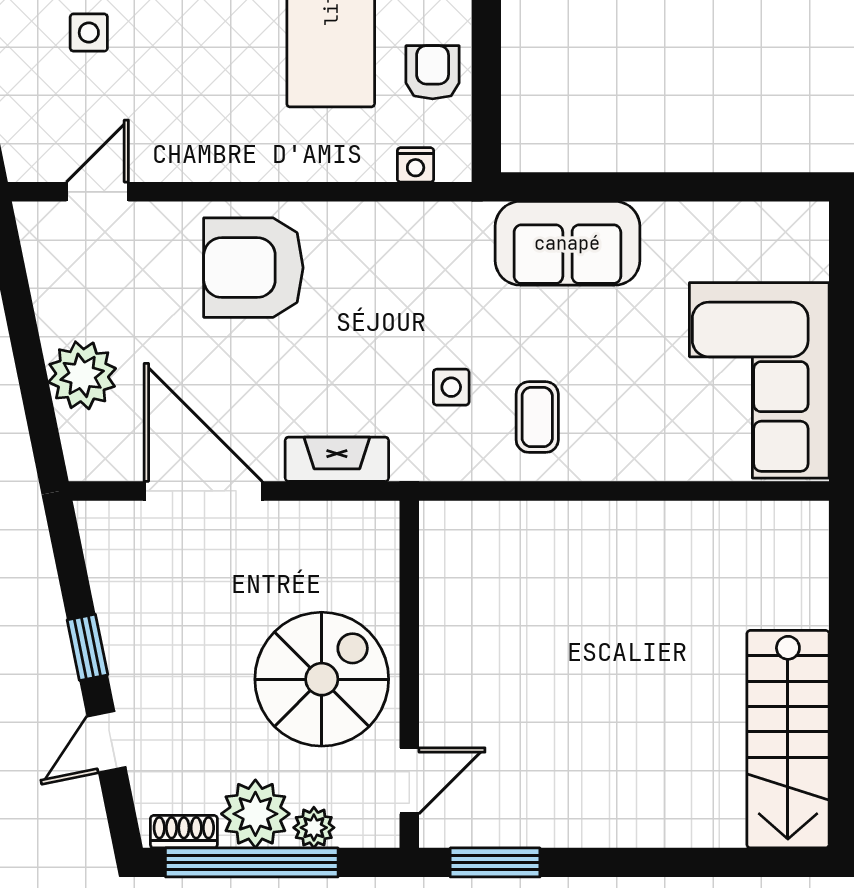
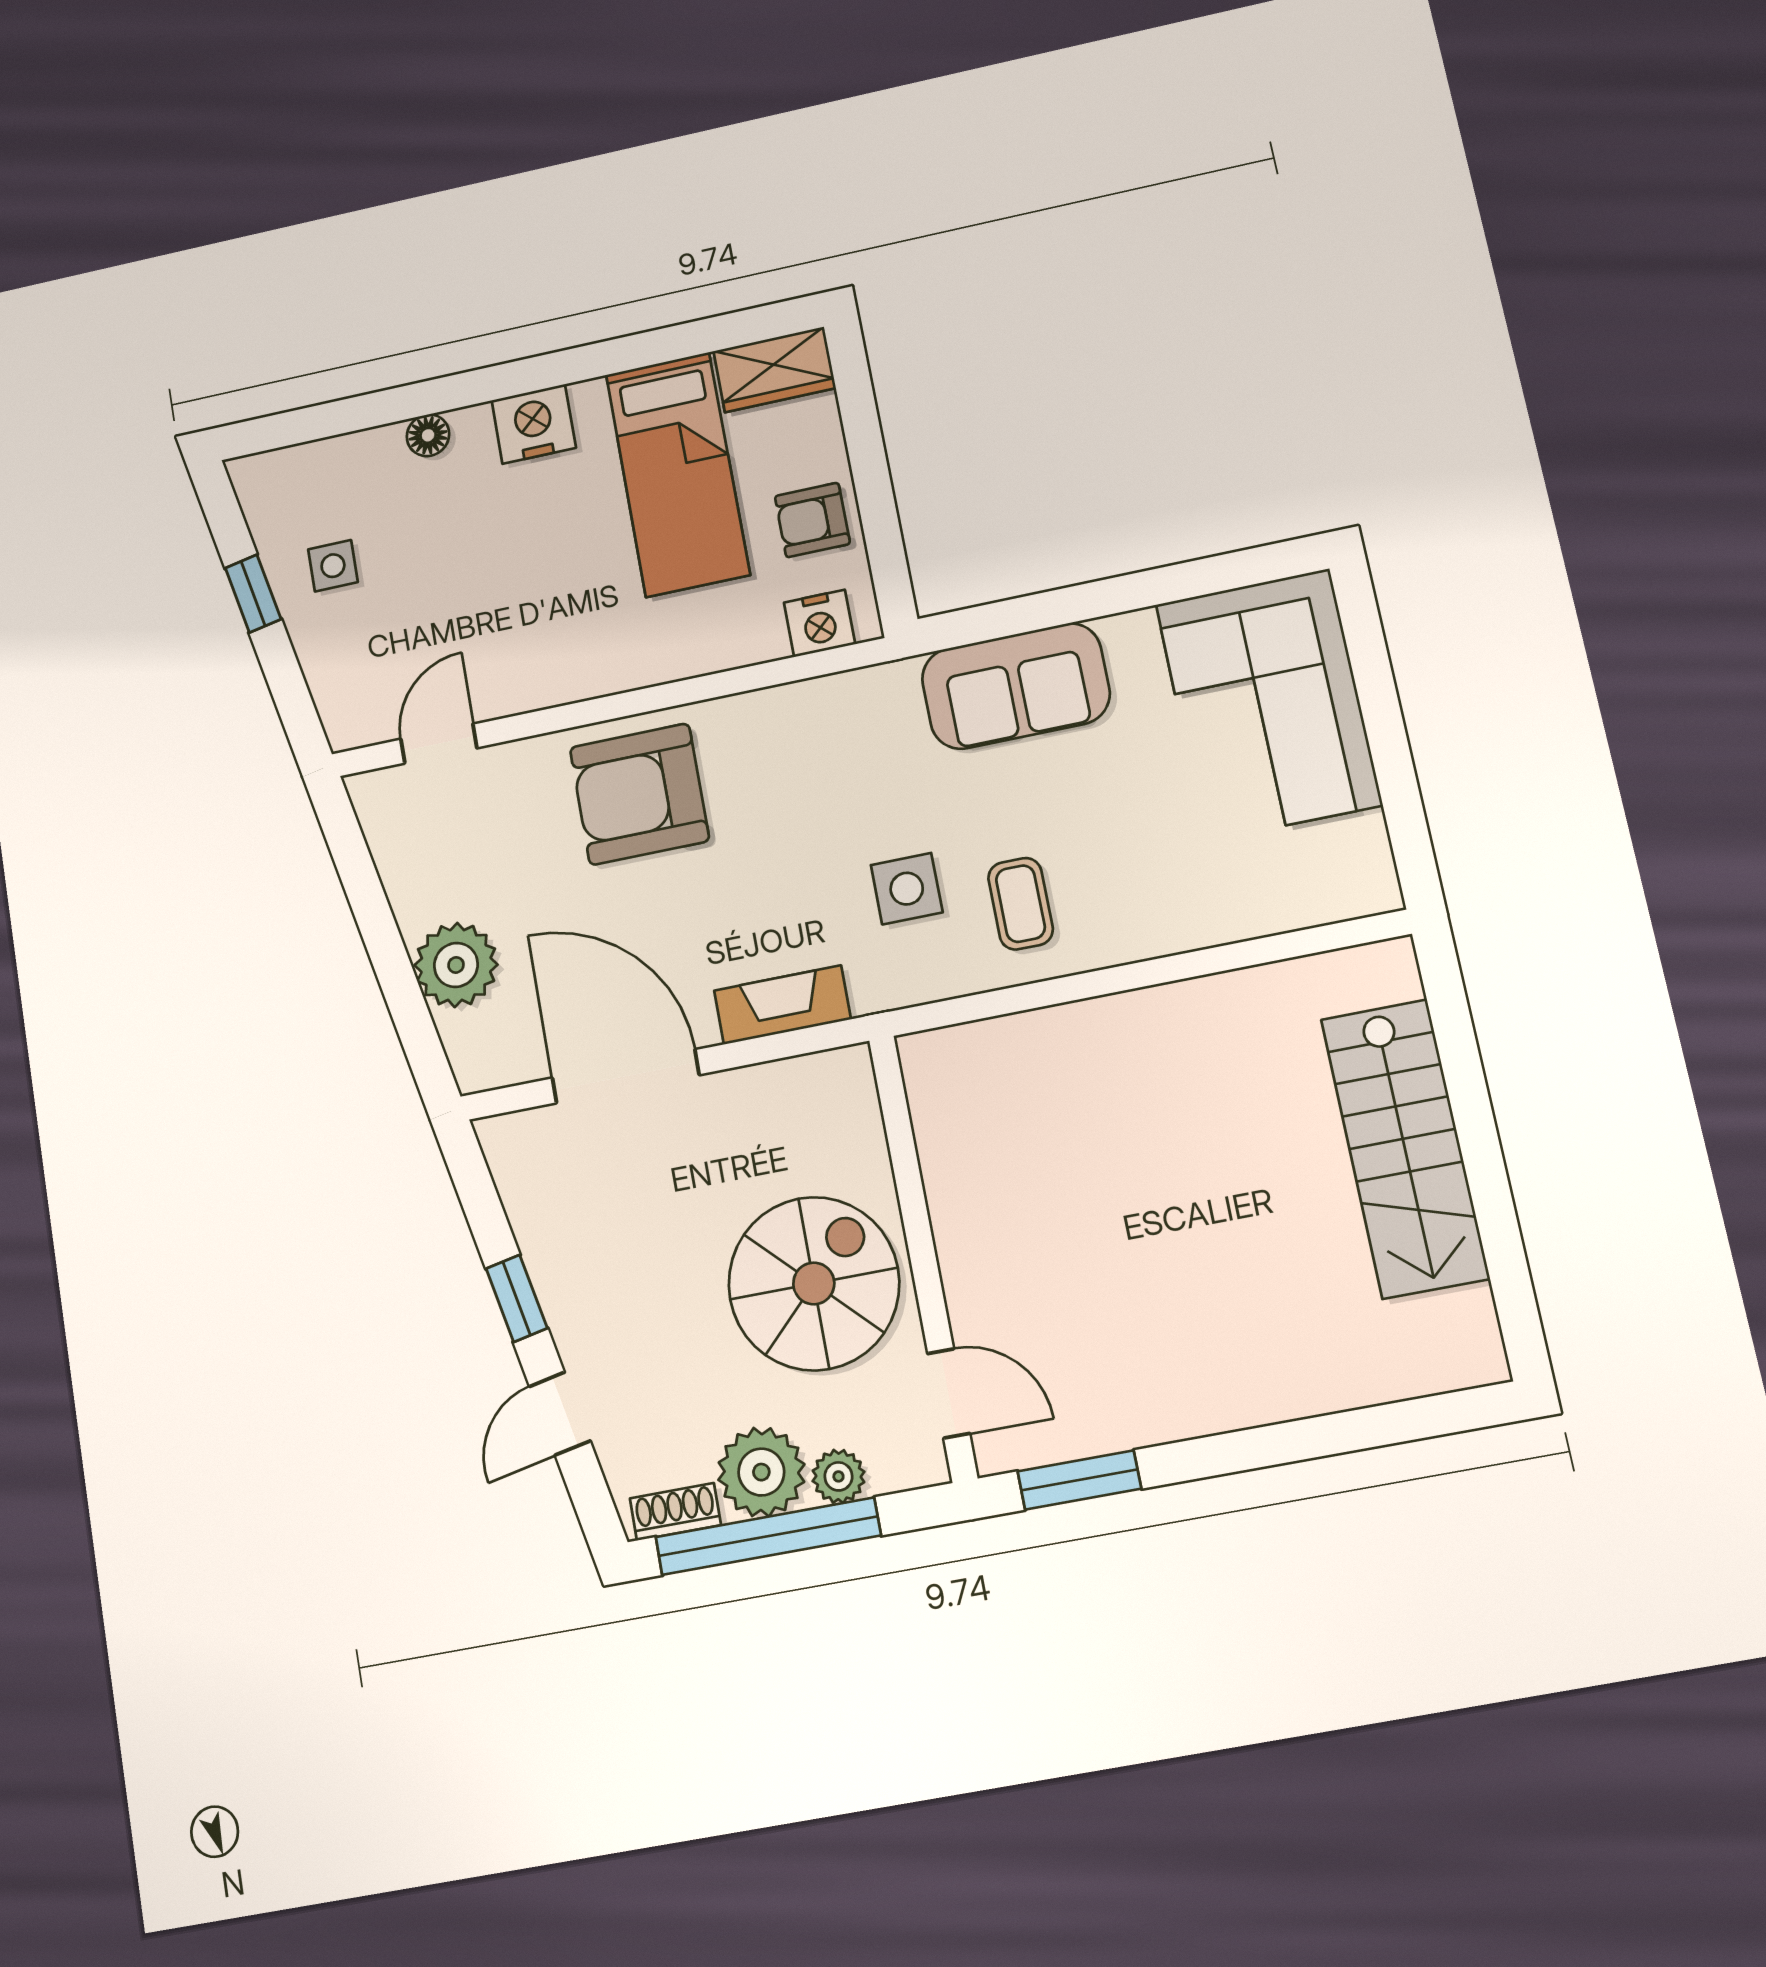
side table: (89, 33) -> (333, 566), moved
armchair: (433, 72) -> (812, 520), turned -90
nightstand: (416, 165) -> (820, 623), width x1.39, depth x1.35
corner sofa: (759, 380) -> (1268, 704), moved
side table: (451, 387) -> (907, 889), width x1.37, depth x1.37
stairs: (788, 739) -> (1405, 1148), moved
door: (409, 781) -> (949, 1393), hinge flipped

